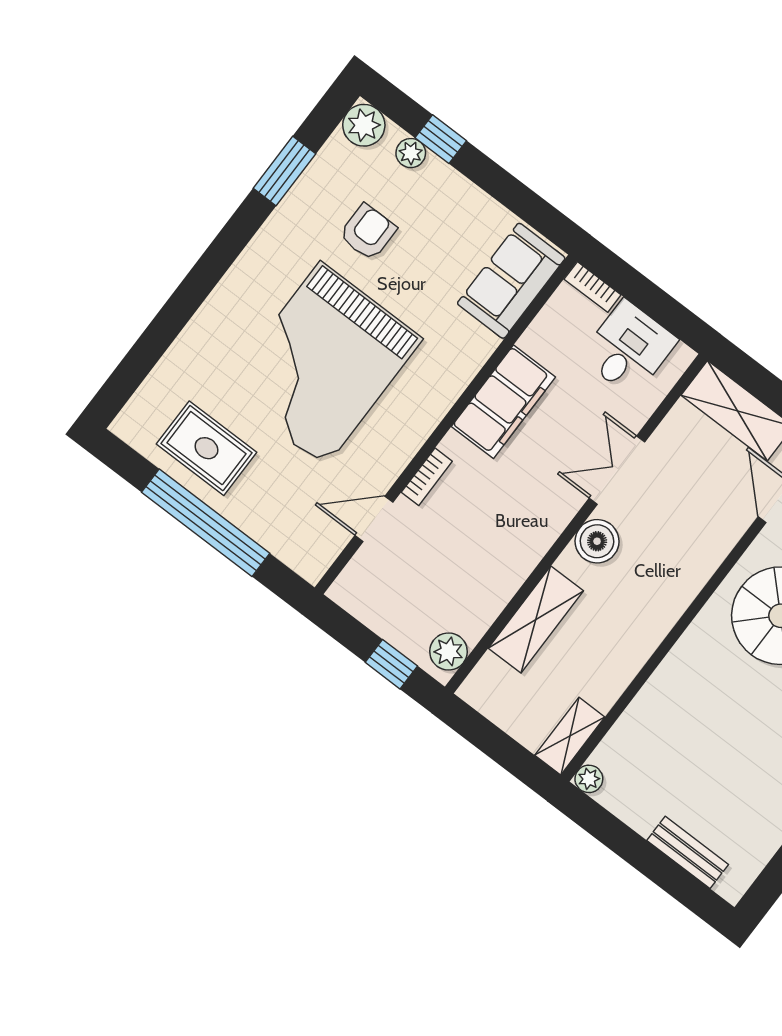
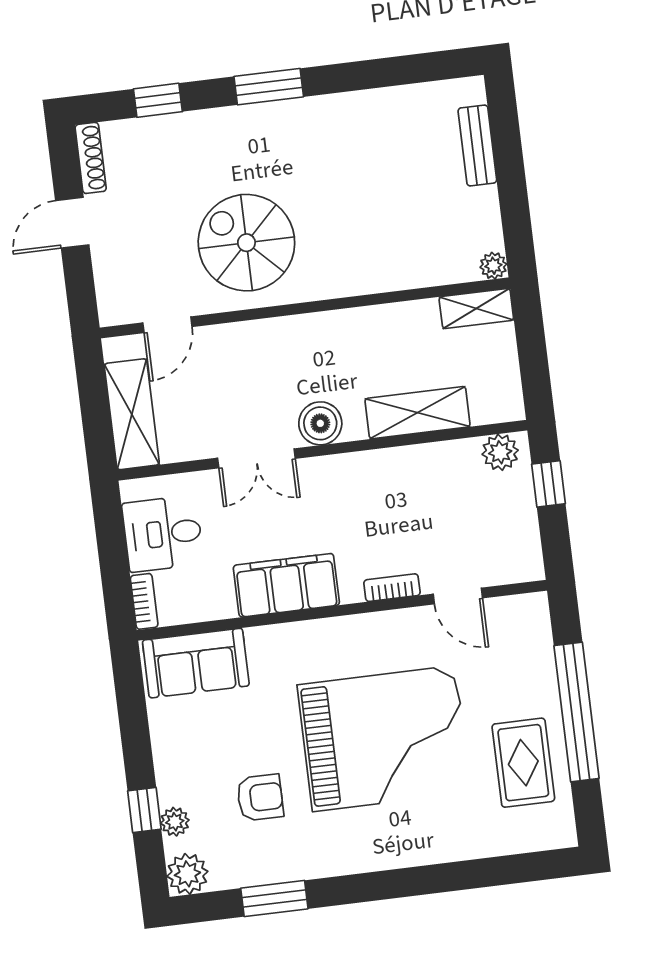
armchair: (368, 232) -> (260, 798), turned 180

